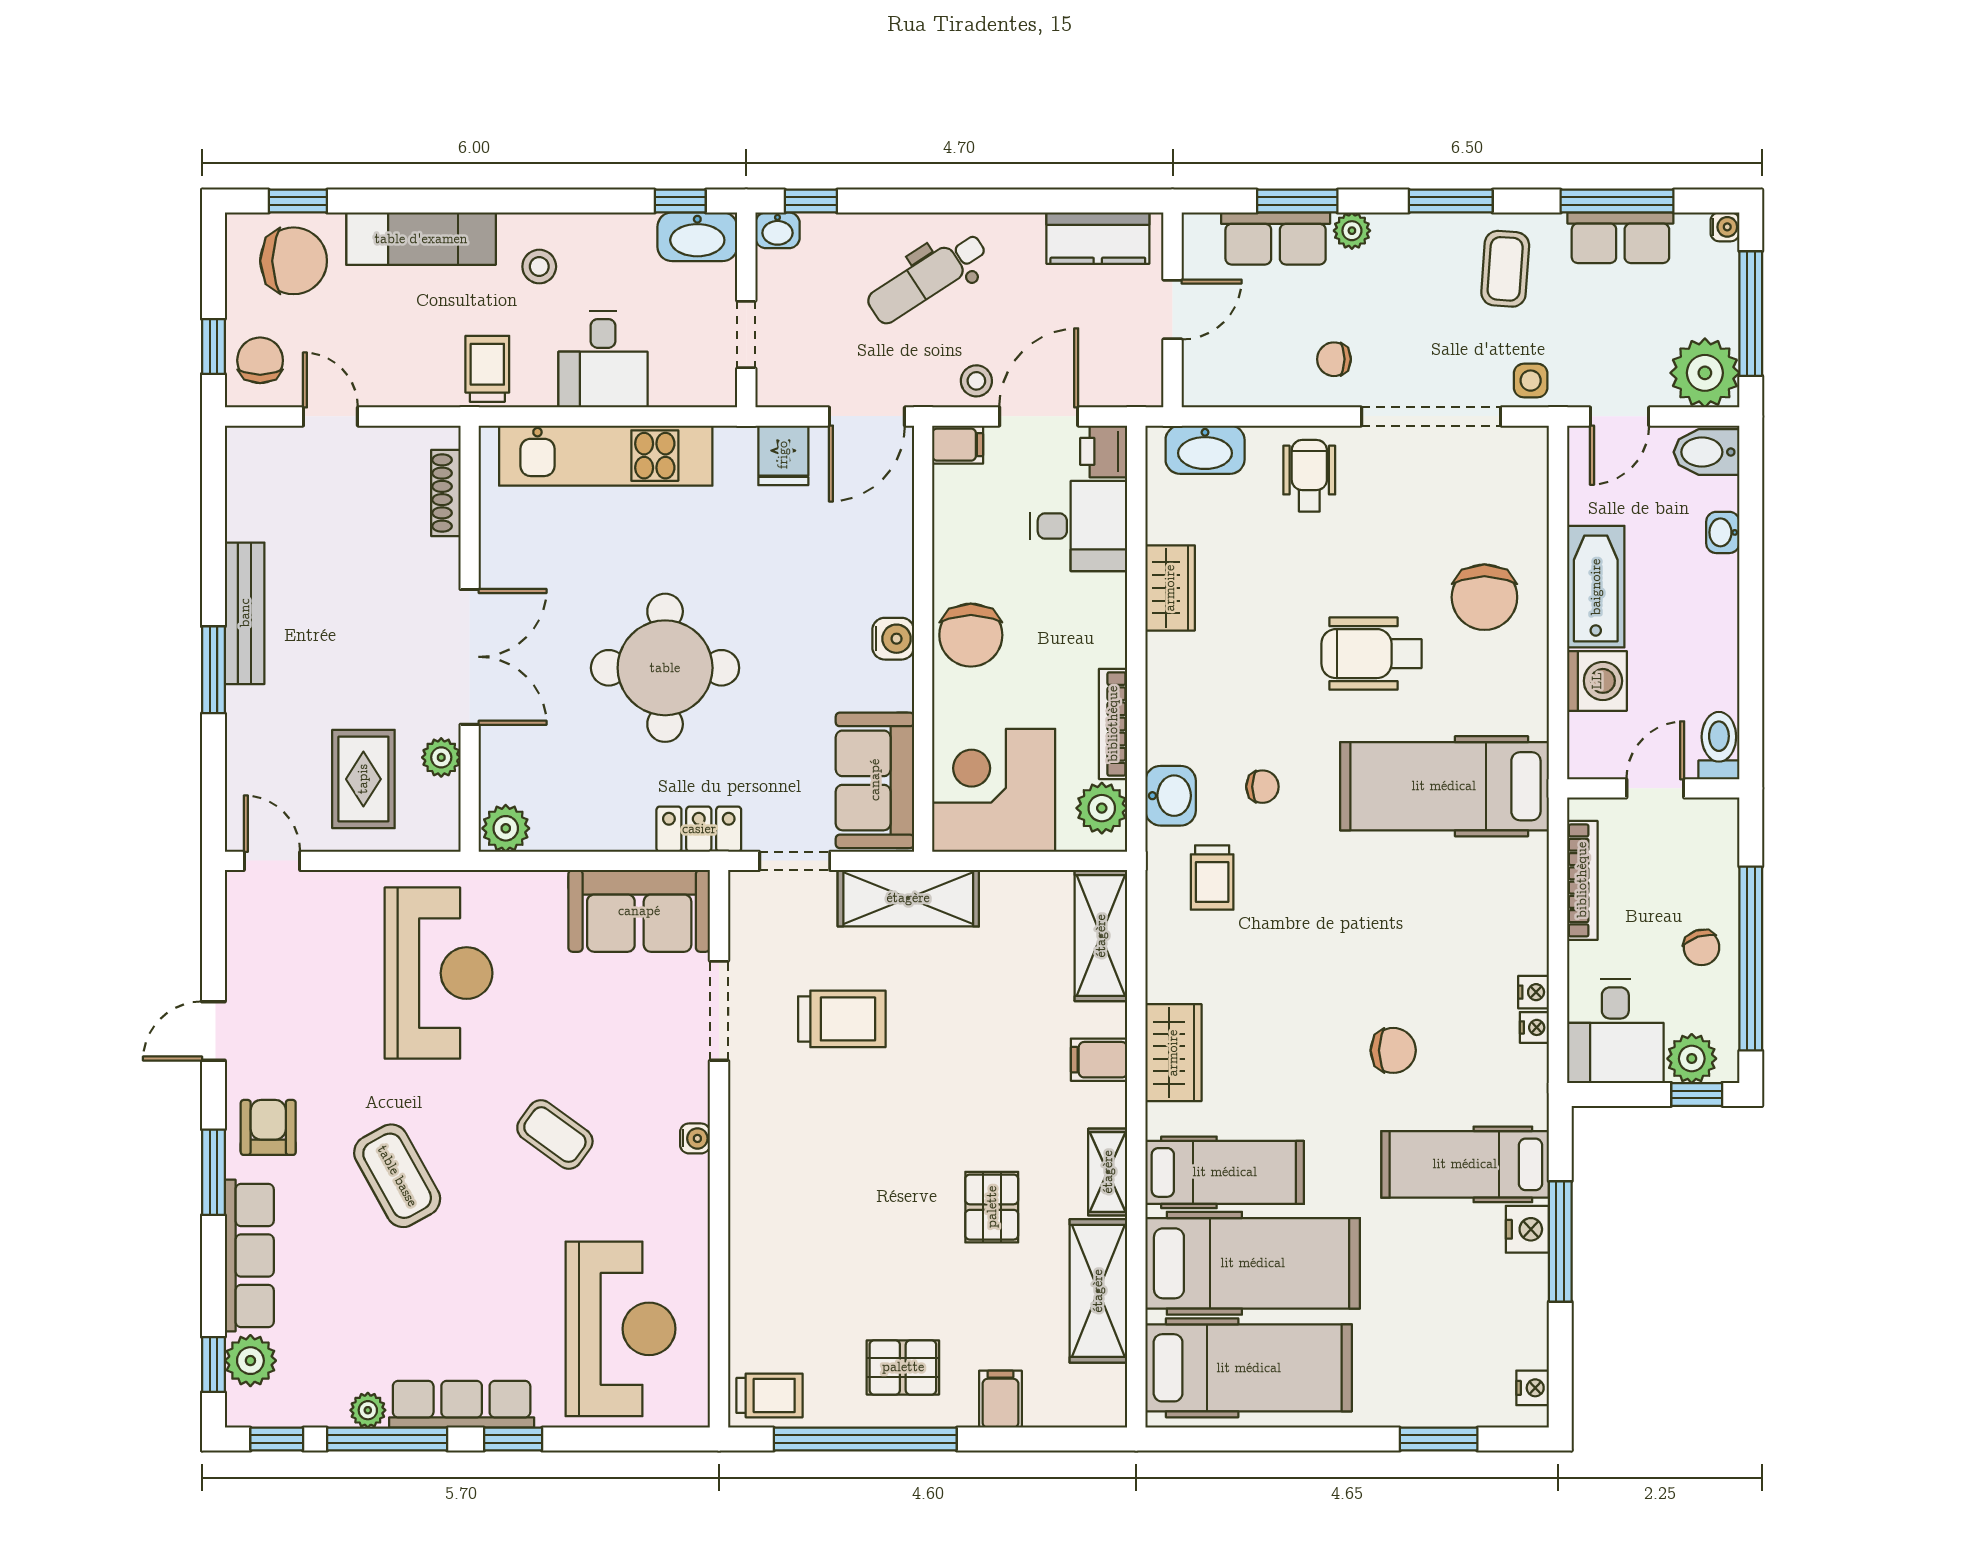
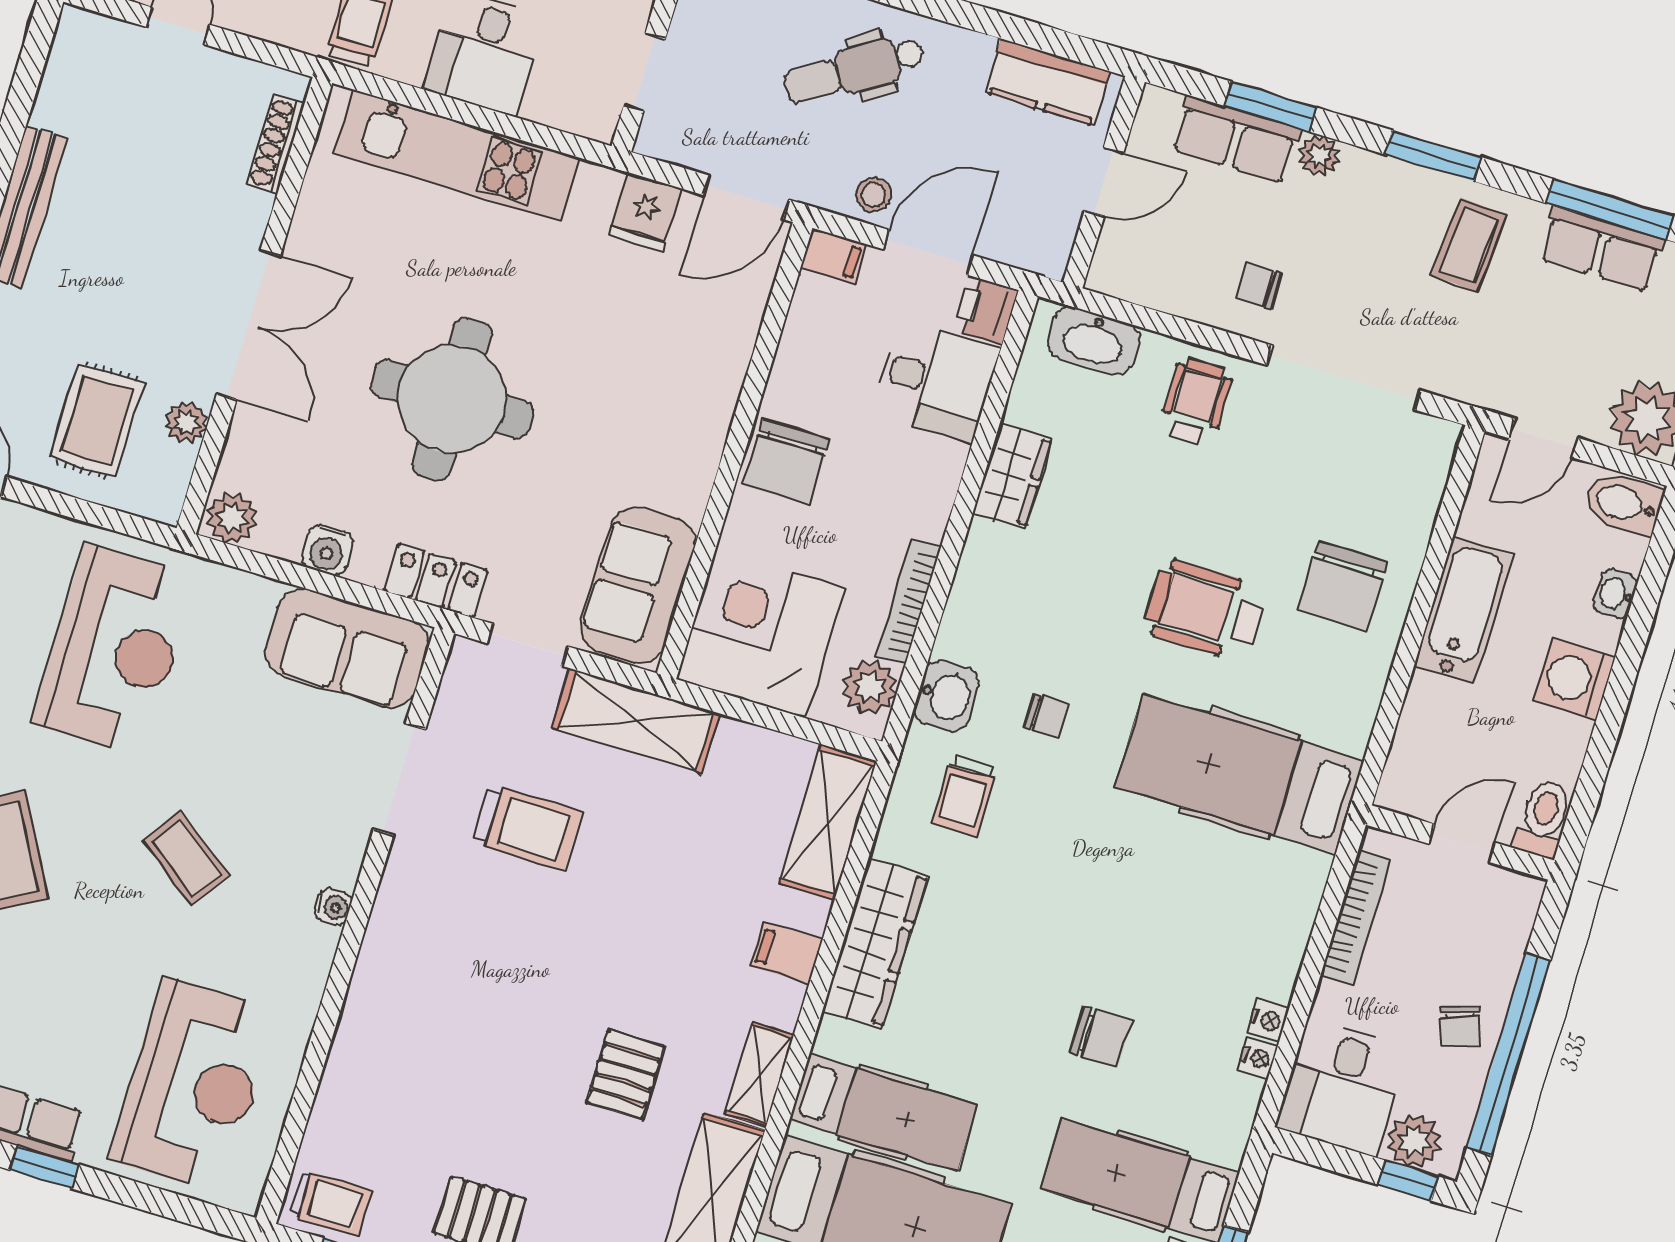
side table: (1531, 381) -> (1460, 371), removed
water cooler: (893, 639) -> (327, 550), moved, turned 90
washing machine: (1597, 681) -> (1574, 679), moved, turned 180
wardrobe: (1173, 1053) -> (875, 943), width x1.50

